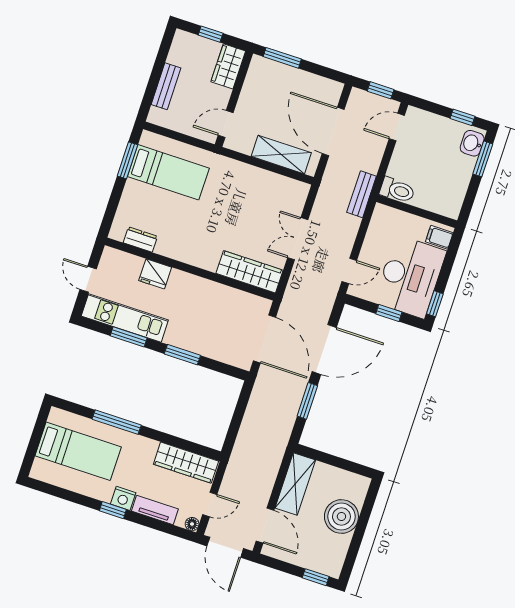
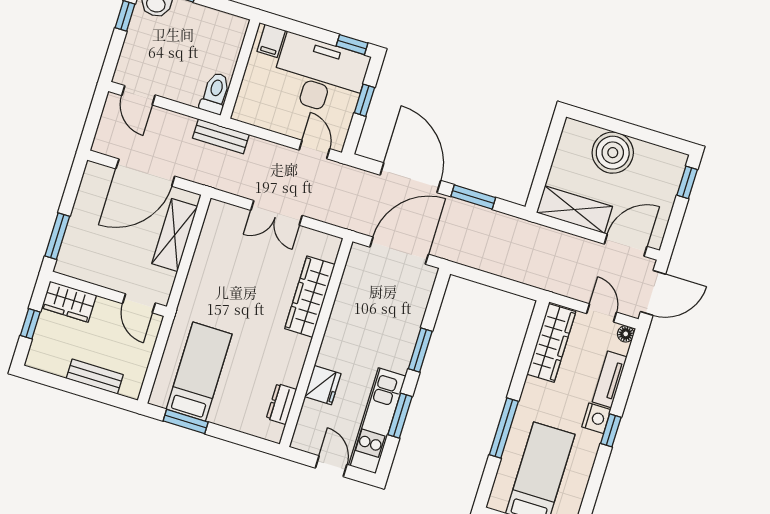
window: (381, 90) -> (94, 116), removed
wardrobe: (250, 272) -> (310, 297), moved
door: (88, 279) -> (331, 466), swing flipped

